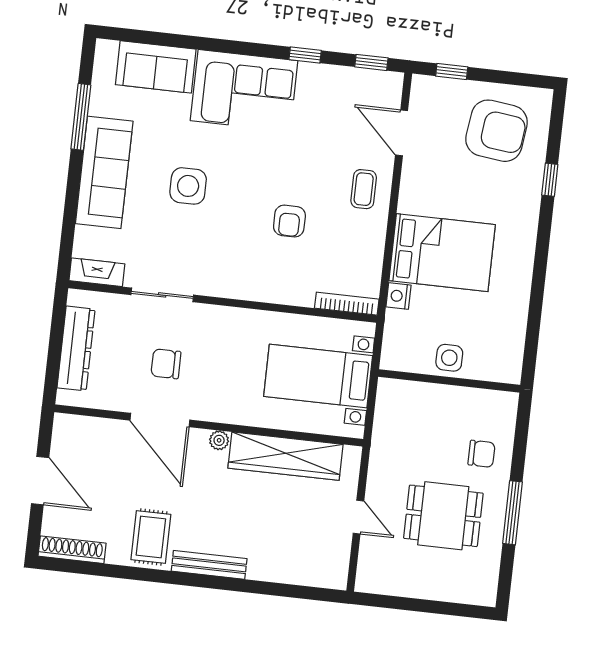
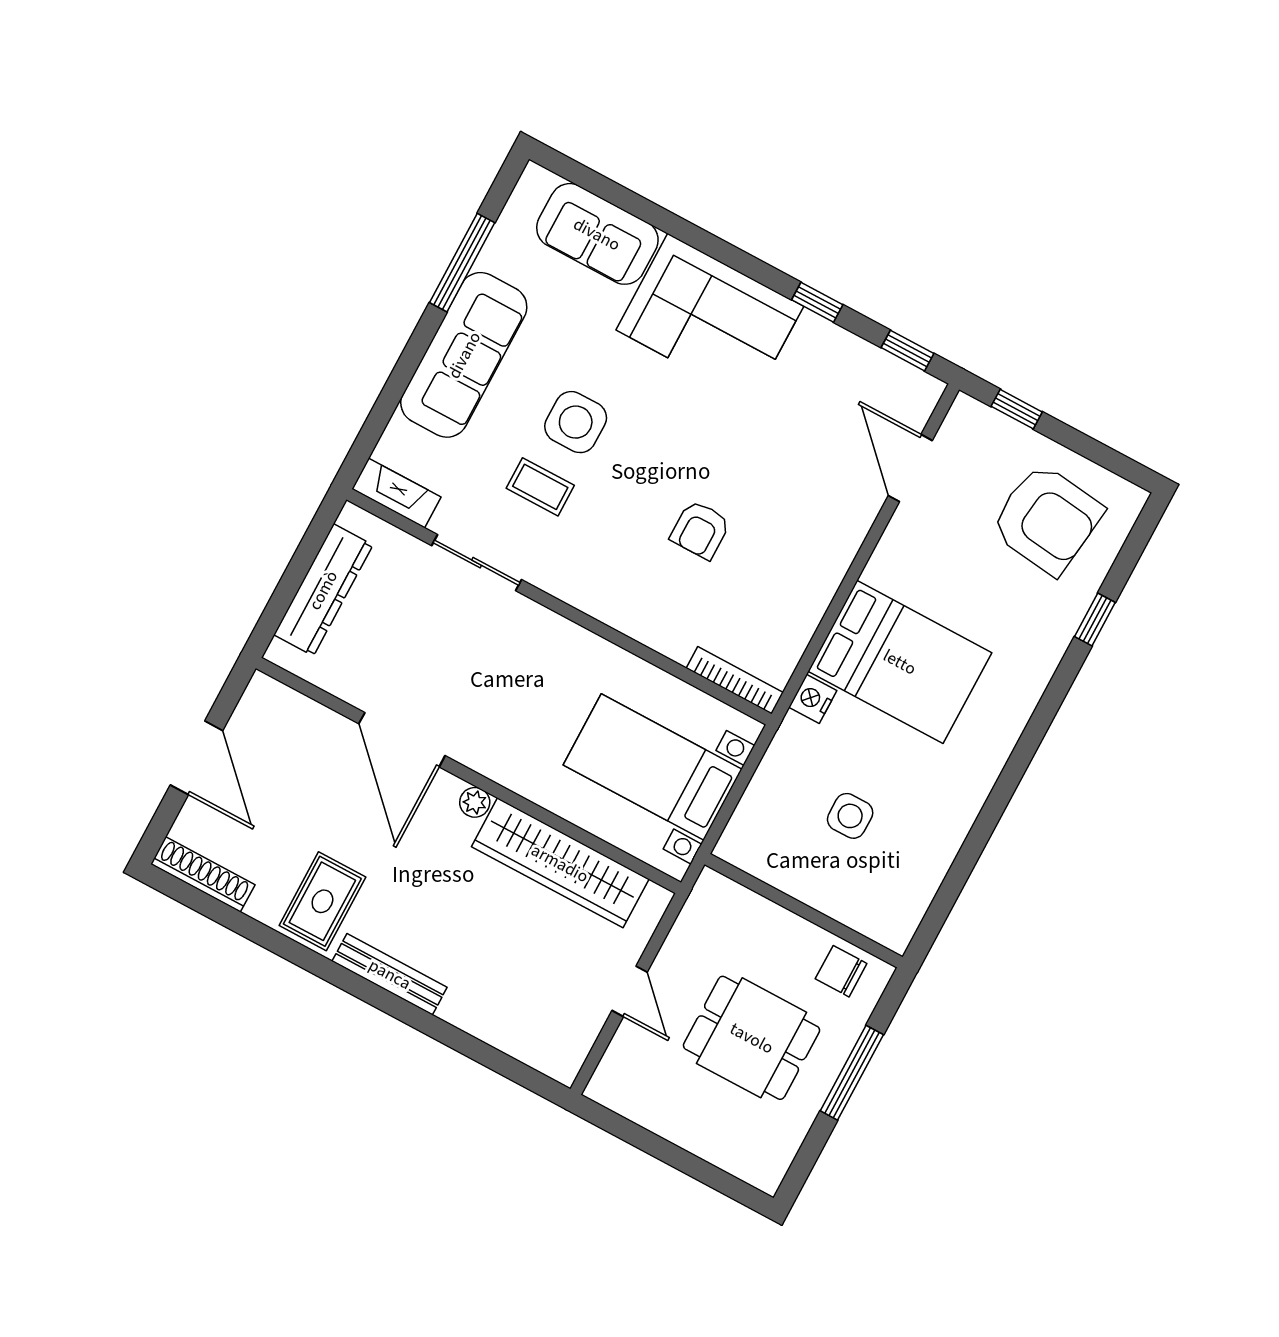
coffee table: (364, 189) -> (540, 487), moved, turned 90
chair: (166, 364) -> (443, 663), removed
wall: (449, 381) -> (804, 911), moved
chair: (481, 454) -> (841, 971), turned 180

